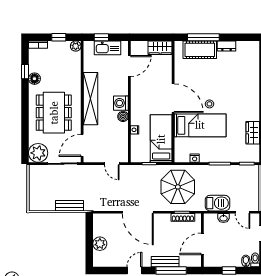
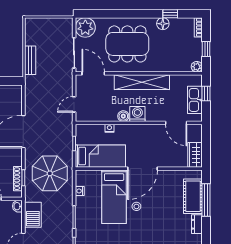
washbasin: (223, 218) -> (17, 206), moved

